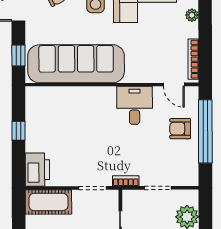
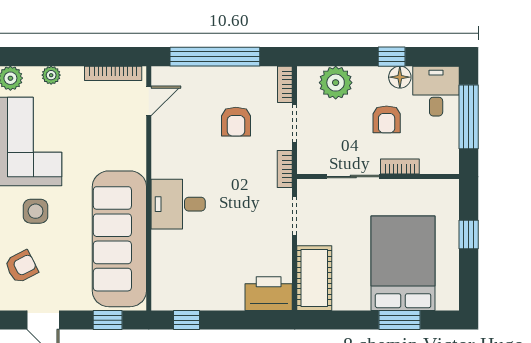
desk: (135, 105) -> (178, 204), moved
armchair: (180, 129) -> (236, 122), moved
window: (19, 131) -> (187, 320), moved
bookcase: (186, 181) -> (285, 84), added

